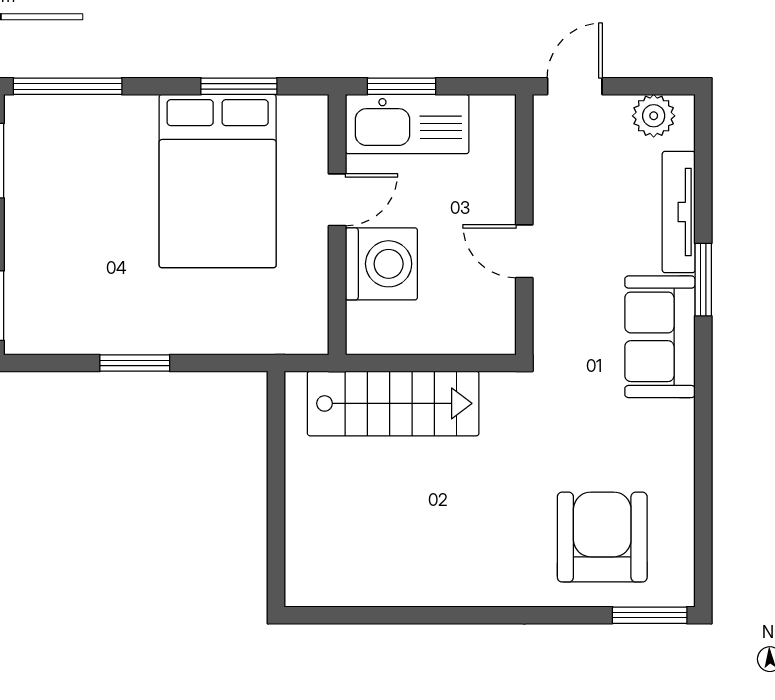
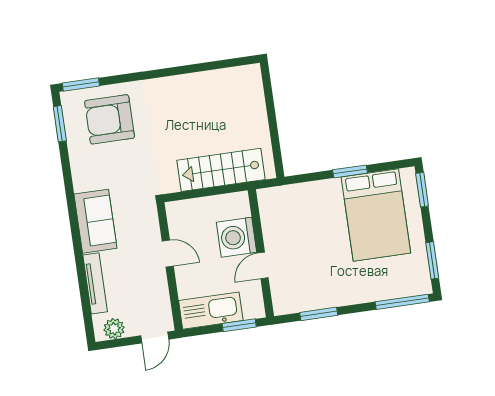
kitchen sink: (407, 124) -> (211, 311), moved
bed: (218, 181) -> (376, 215), moved, turned 180
window: (703, 280) -> (60, 124), moved
armchair: (602, 537) -> (110, 119), turned 90

